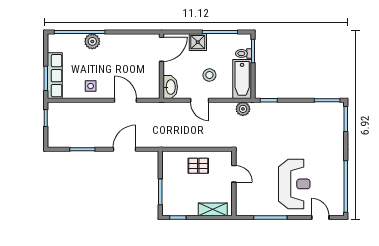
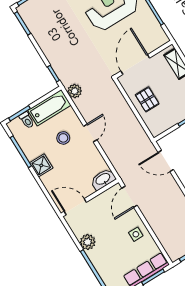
plant: (92, 41) -> (88, 242), moved
door: (162, 49) -> (75, 207), moved
wall: (162, 66) -> (90, 198), moved
washbasin: (170, 87) -> (103, 179), moved
door: (124, 149) -> (166, 161), moved
door: (234, 174) -> (135, 64), width x1.87

